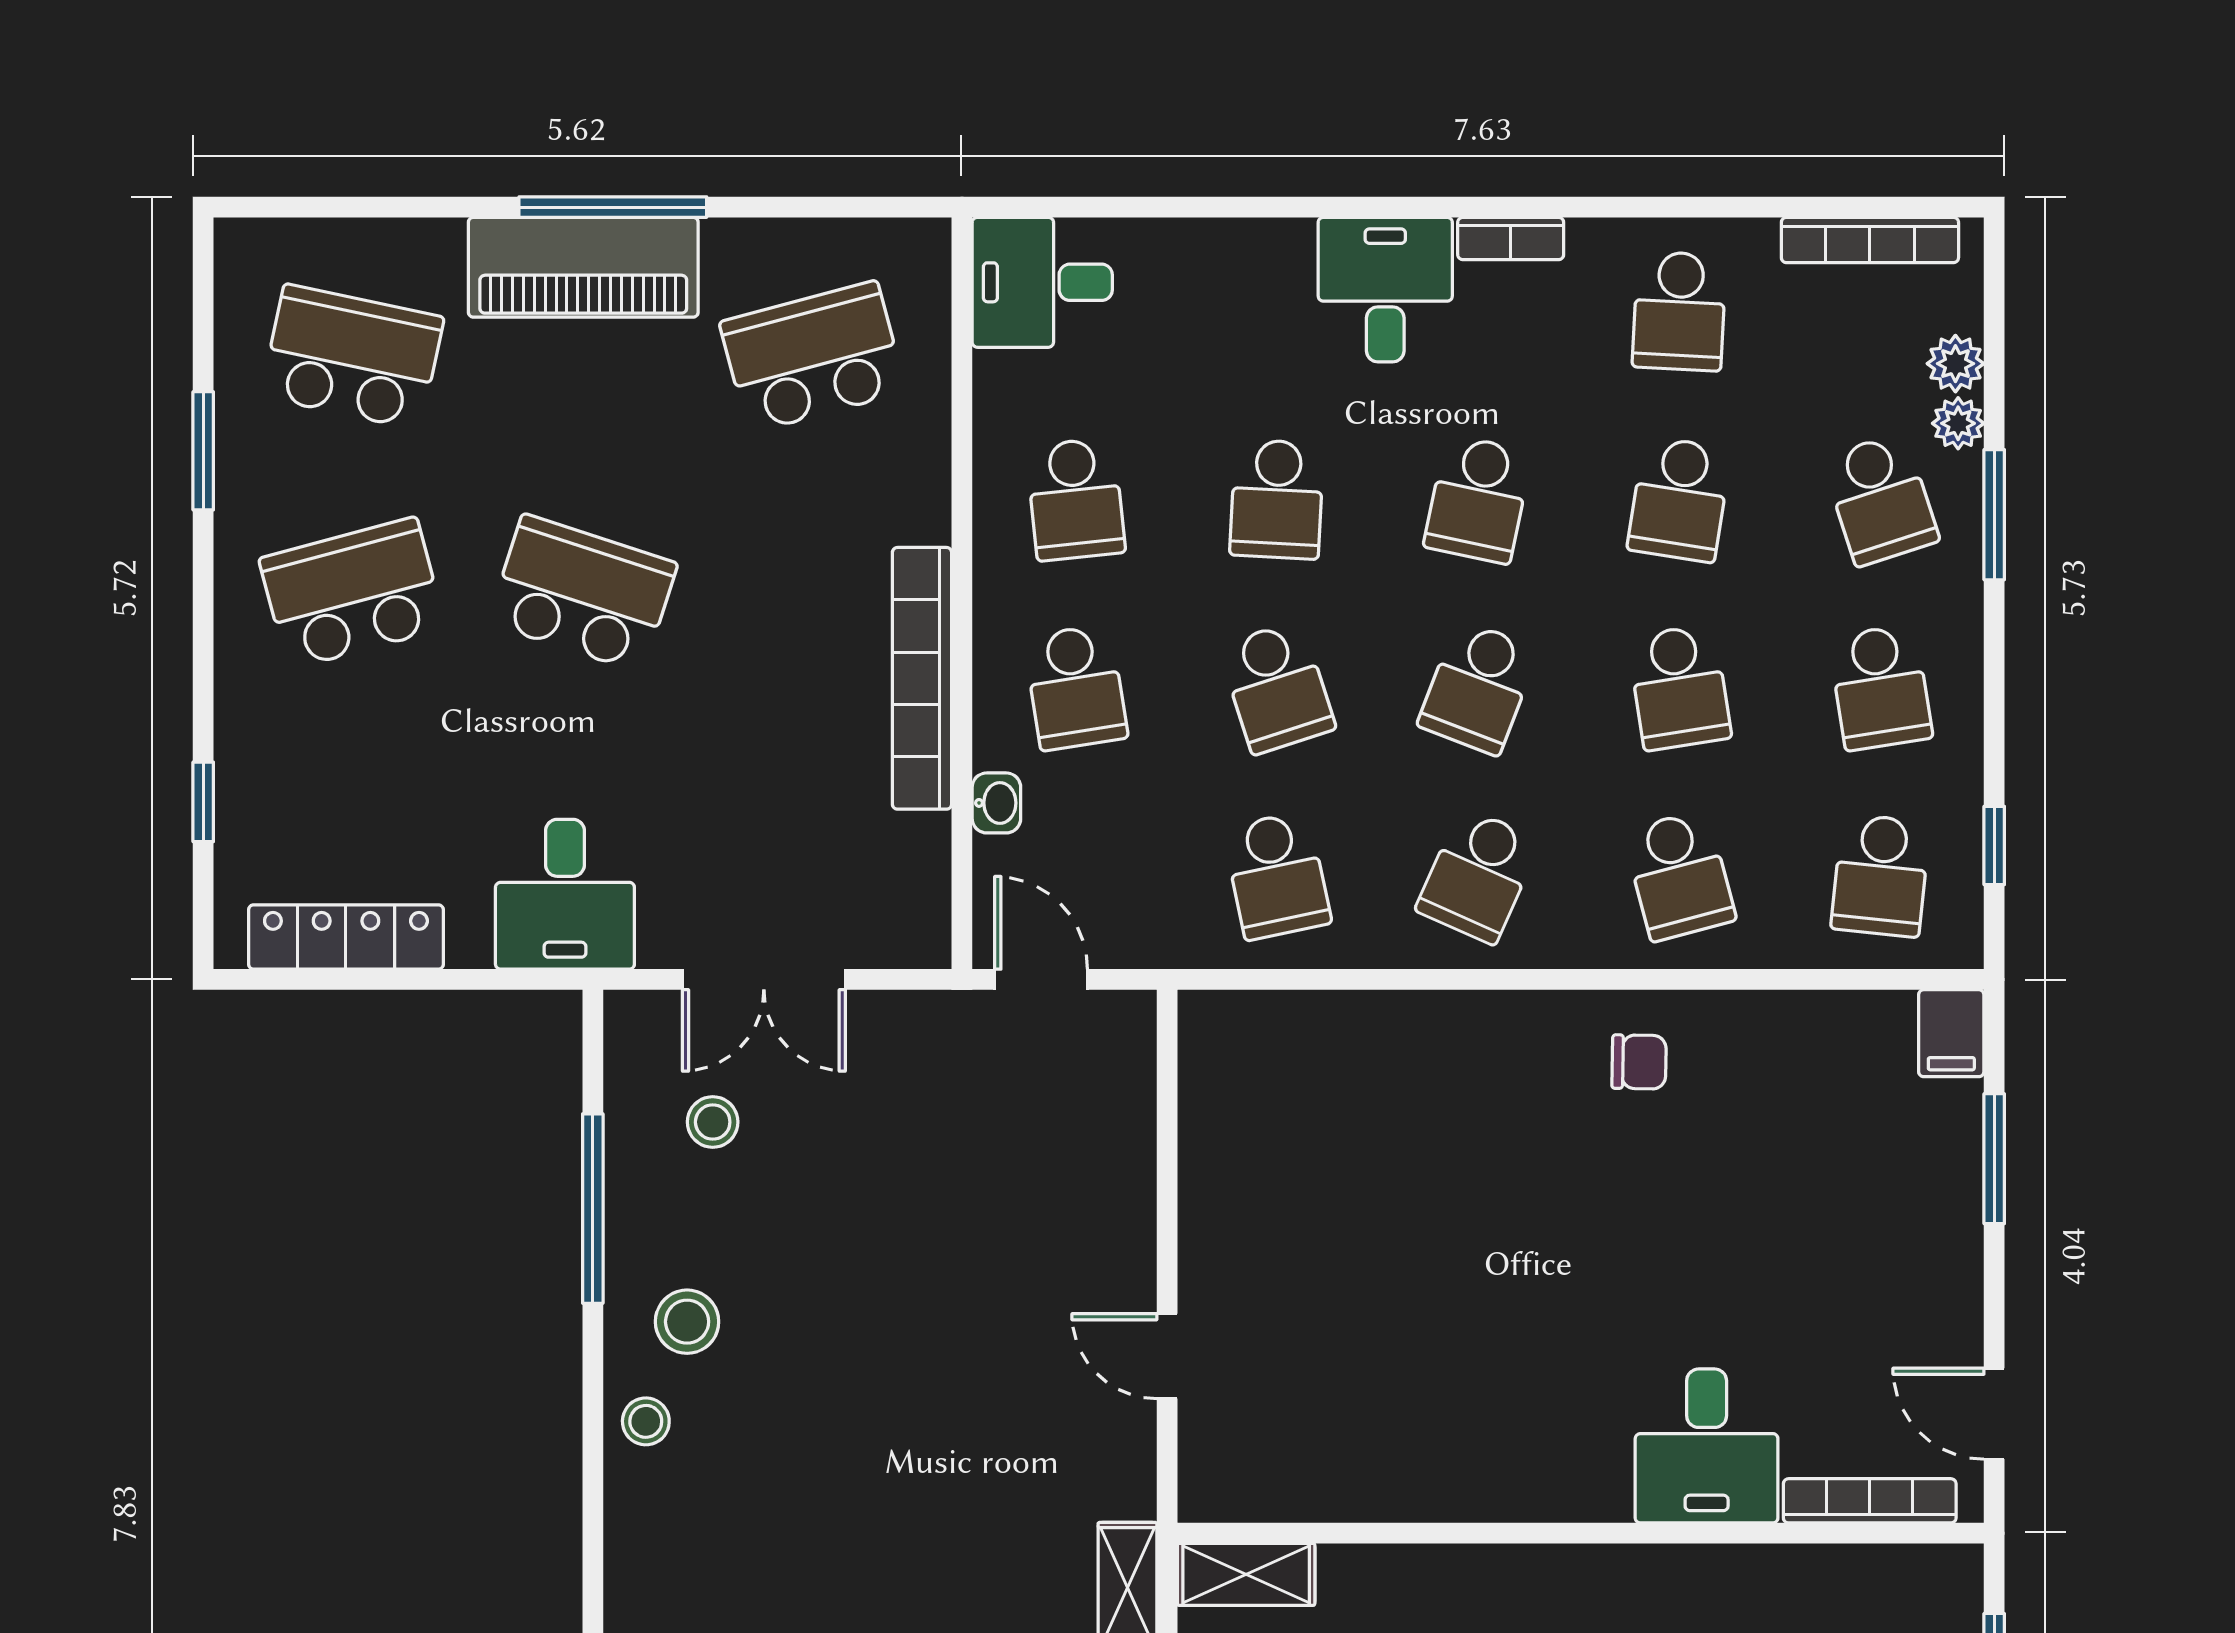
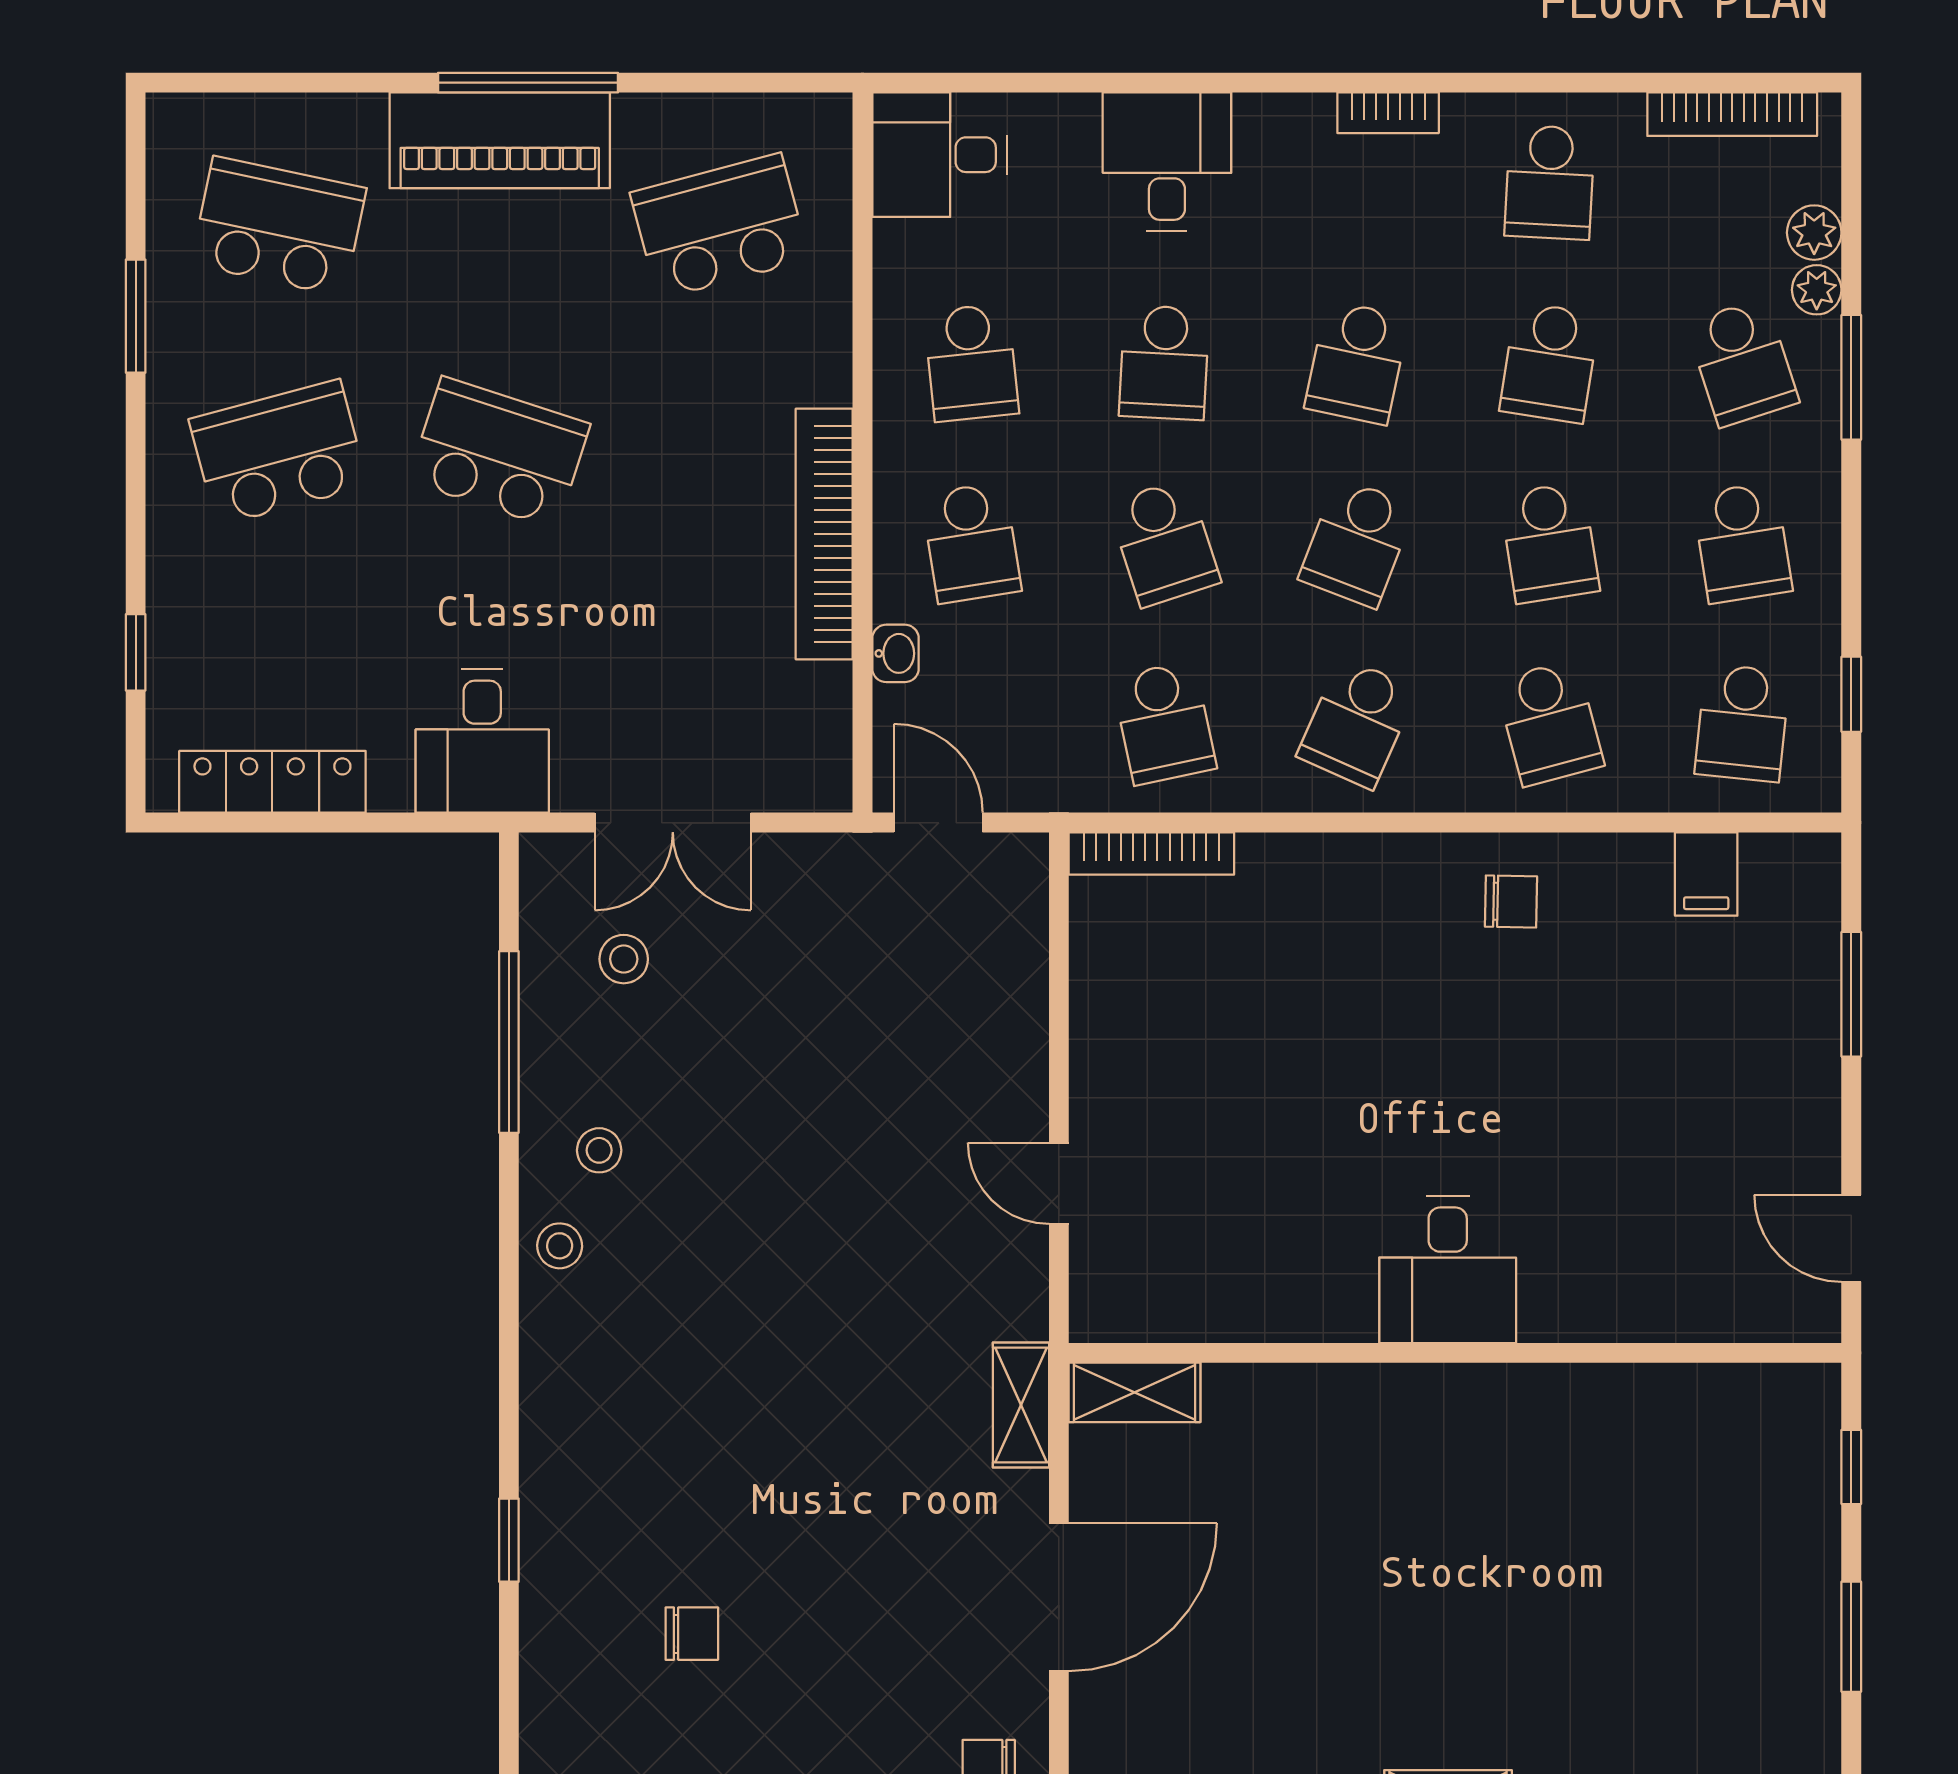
desk: (1385, 290) -> (1167, 162), moved
filing cabinet: (1951, 1033) -> (1706, 874), moved
stool: (687, 1322) -> (599, 1150), width x0.73, depth x0.73
desk: (1707, 1446) -> (1448, 1269), moved
bookcase: (1870, 1501) -> (1151, 854), moved, turned 180

